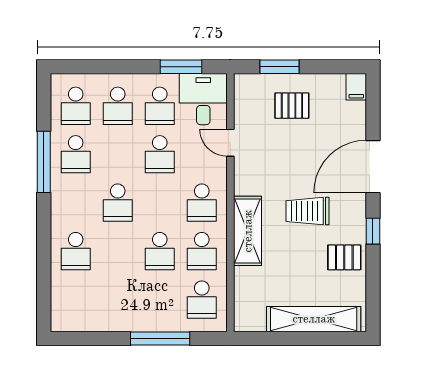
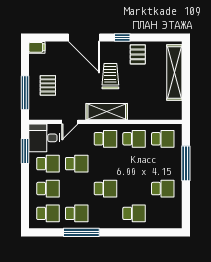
window: (279, 67) -> (25, 93), width x1.44
trolley: (308, 211) -> (110, 76), turned 180
shelving: (248, 231) -> (107, 112), moved
school desk: (160, 251) -> (163, 189), moved

